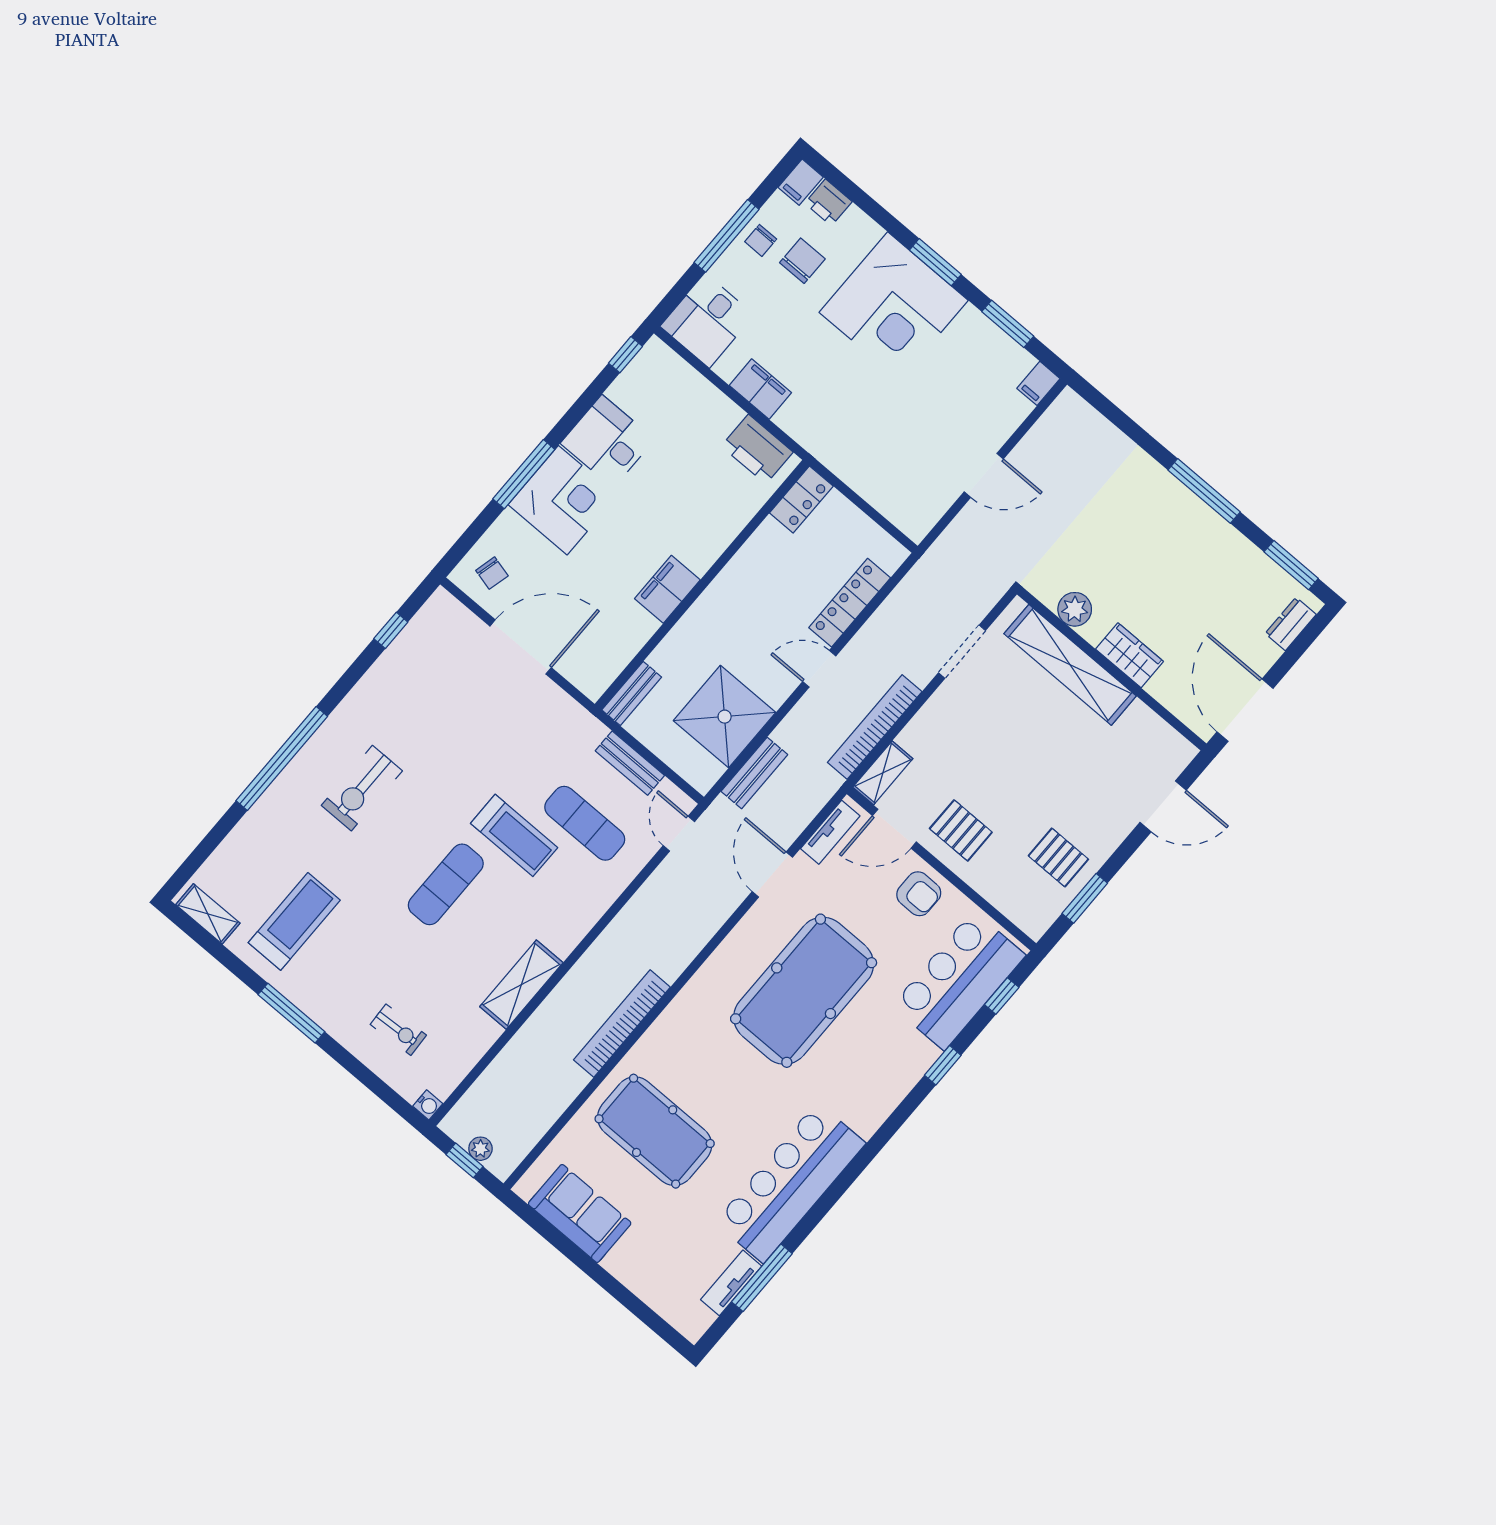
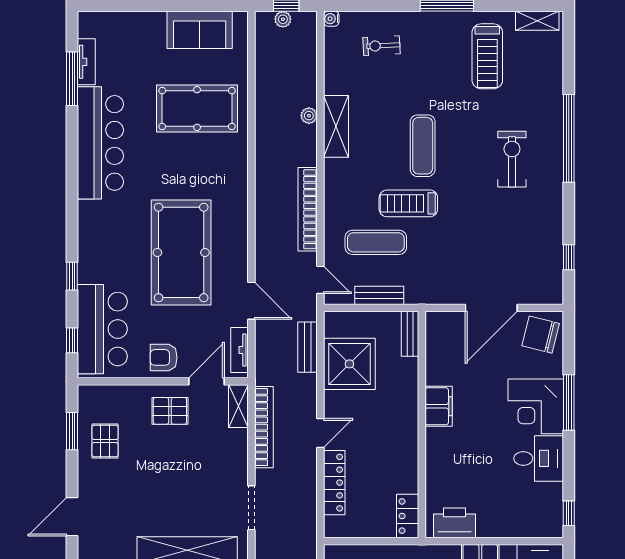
chair: (492, 573) -> (541, 335), width x1.87, depth x1.87
pallet: (1058, 857) -> (105, 441), turned 90
plant: (541, 1021) -> (309, 116), added
bookcase: (622, 1024) -> (308, 209), moved, turned 180

